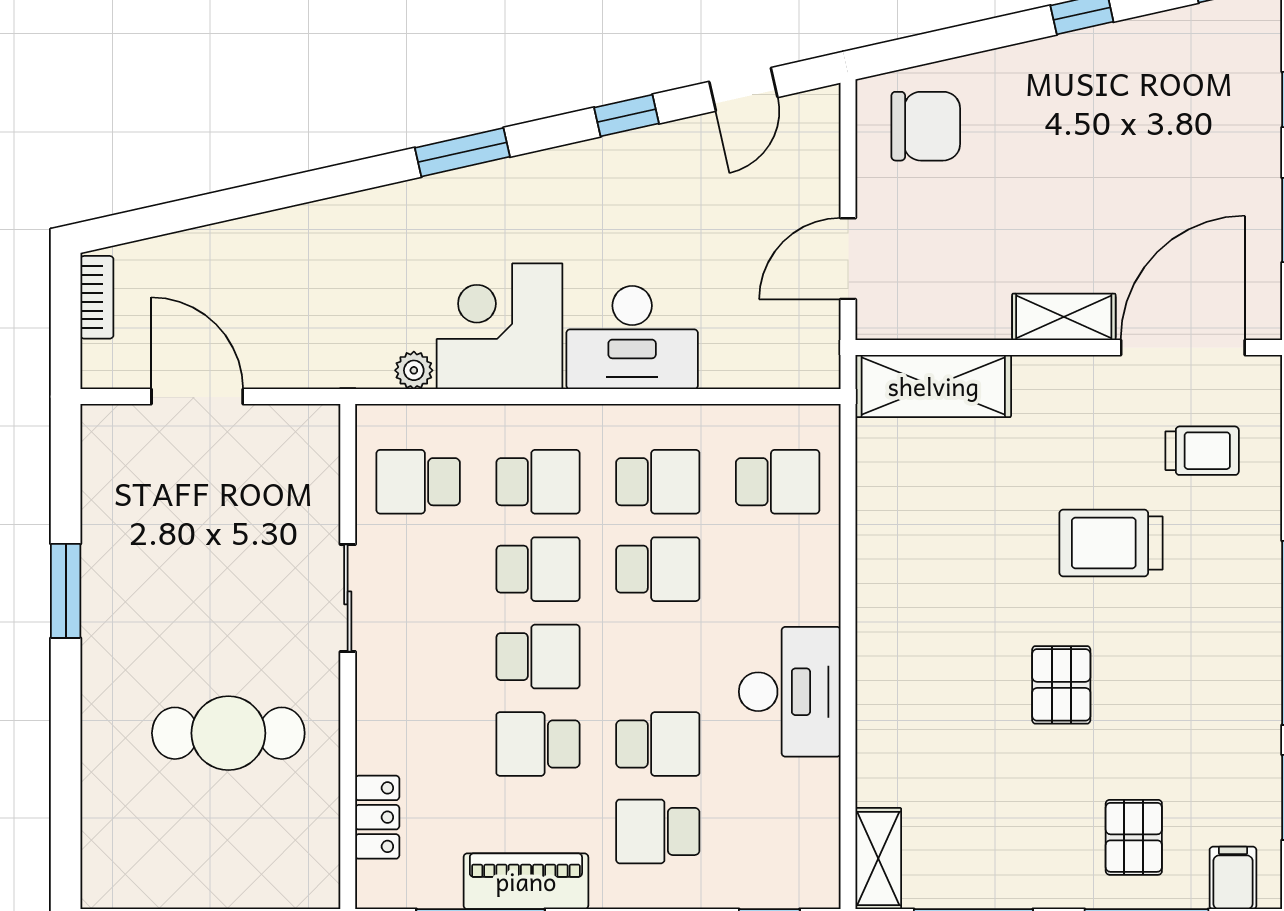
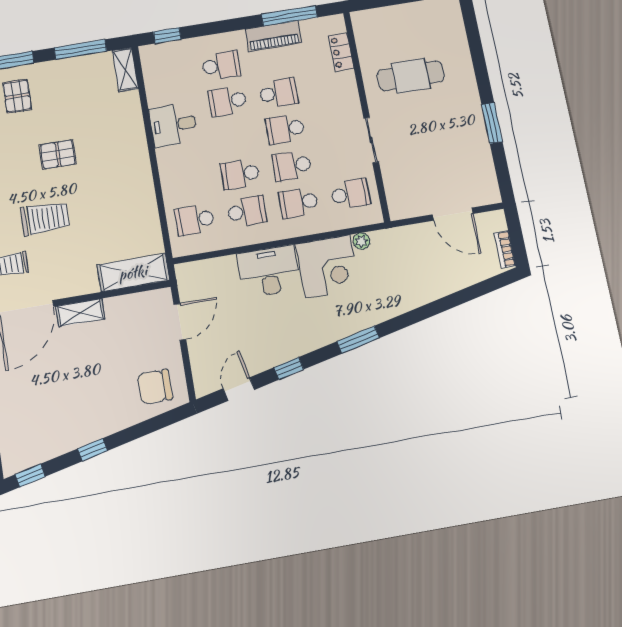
school desk: (658, 482) -> (247, 211), turned 180
pallet: (1061, 685) -> (58, 154), turned 90
desk: (790, 692) -> (173, 125), width x0.73

